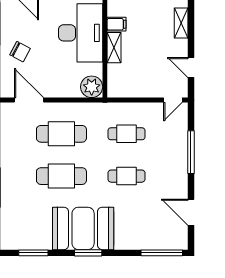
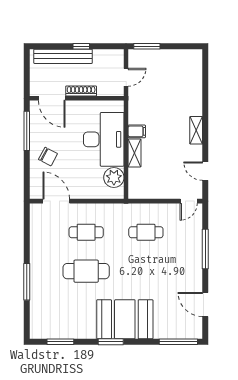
plant: (92, 87) -> (114, 177), moved
cafe table: (61, 134) -> (86, 232), width x0.73, depth x0.74
cafe table: (126, 176) -> (146, 271), removed
booth: (83, 228) -> (125, 319), moved

